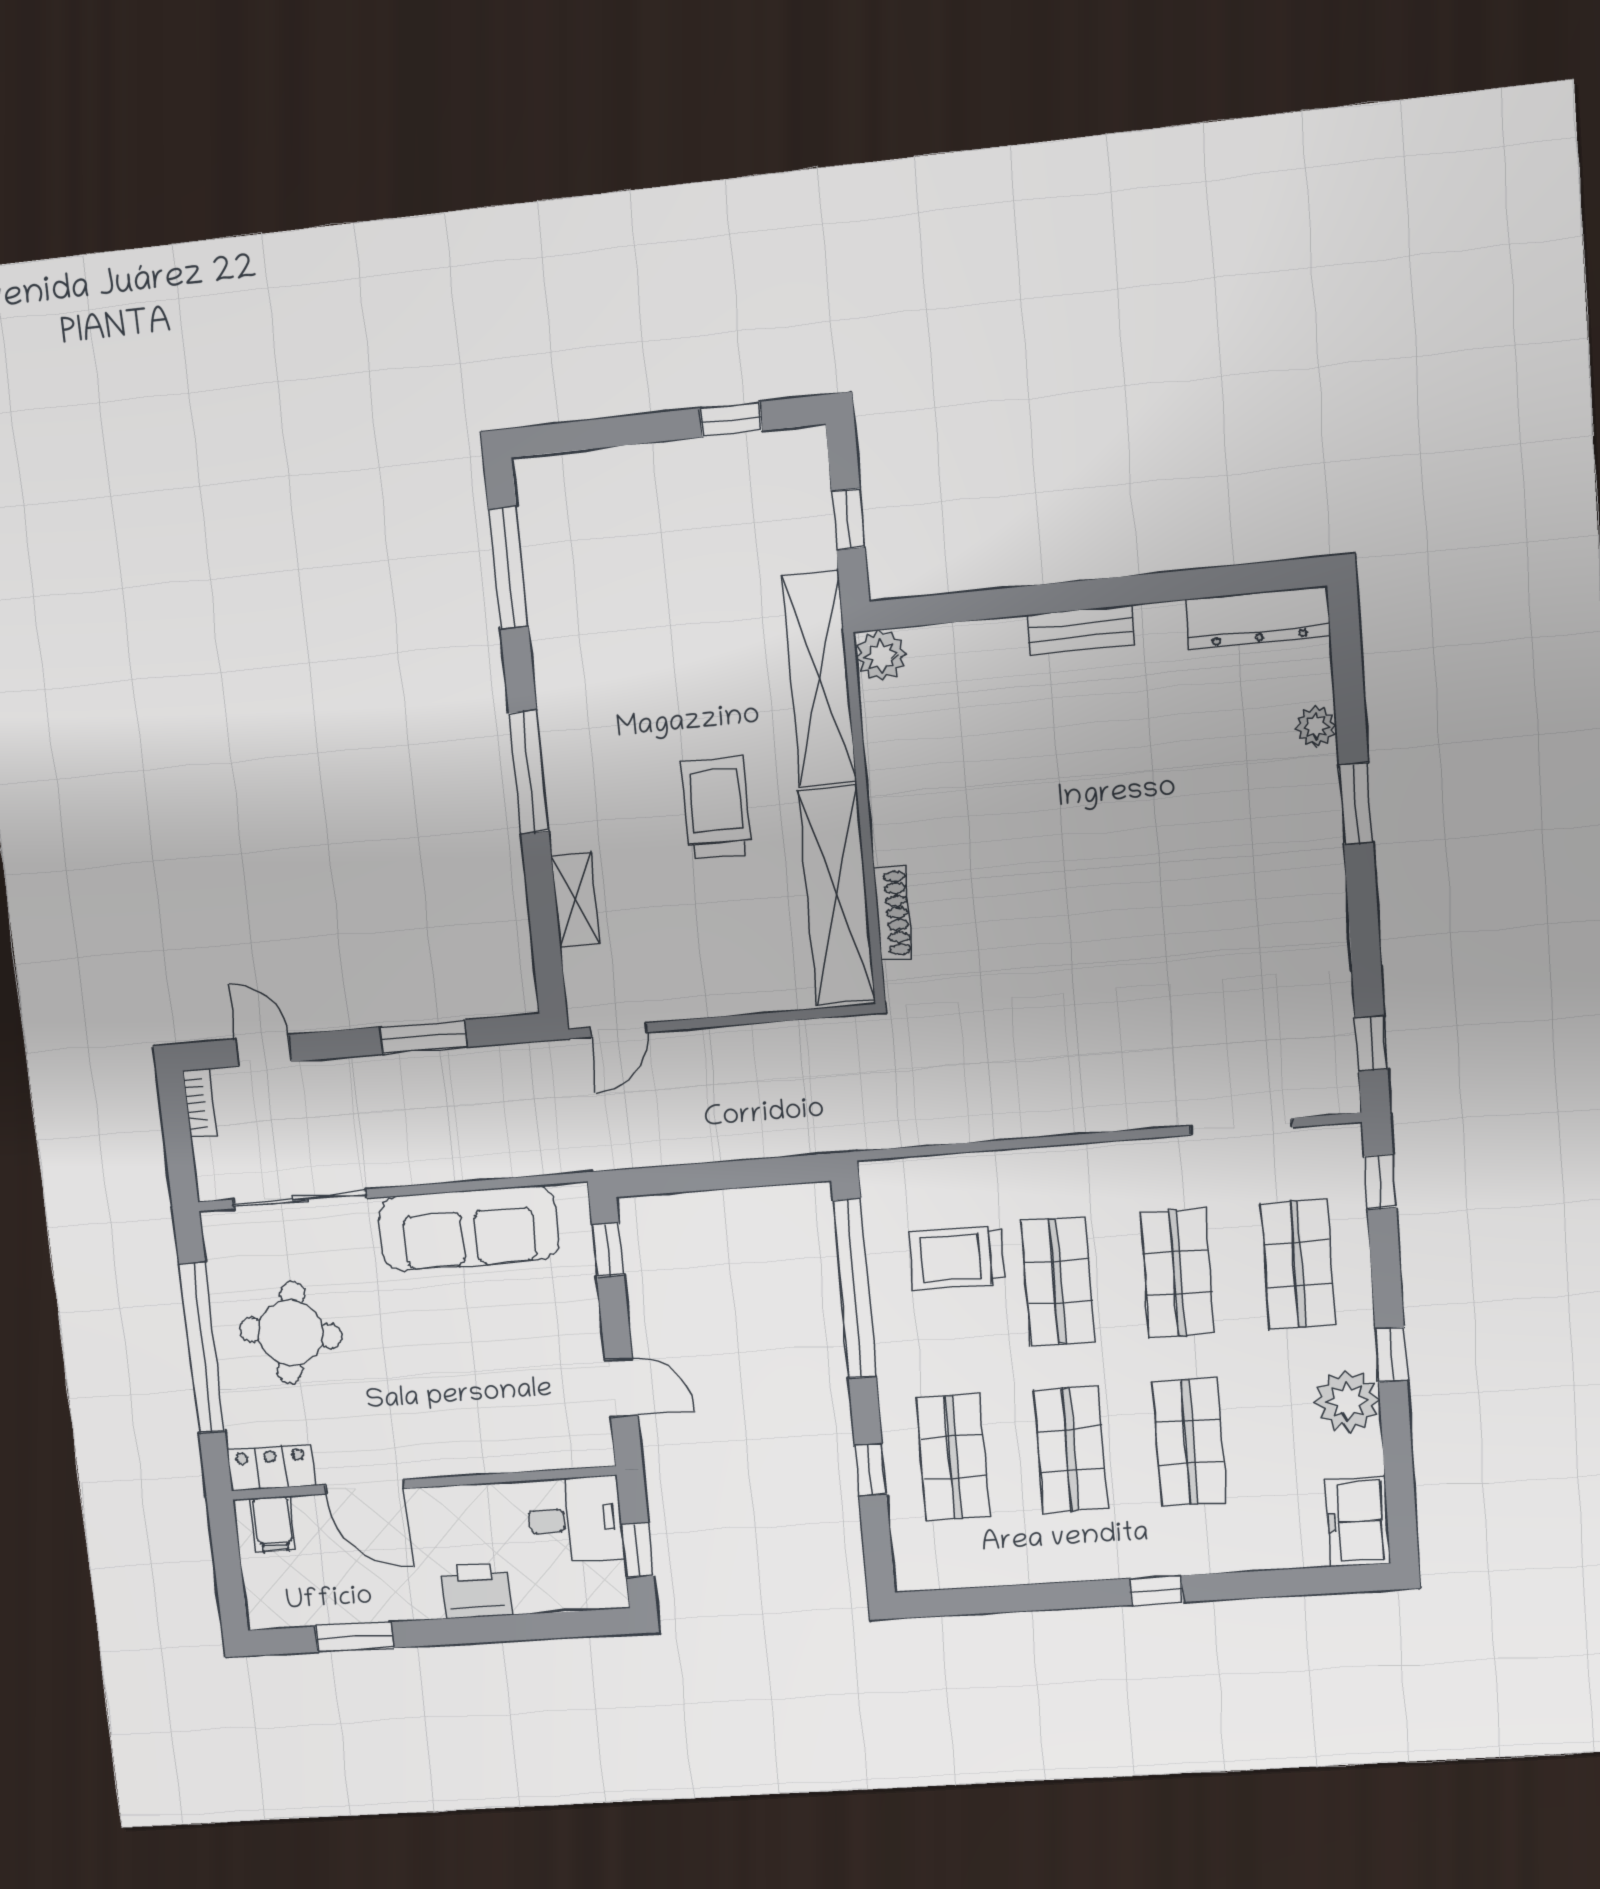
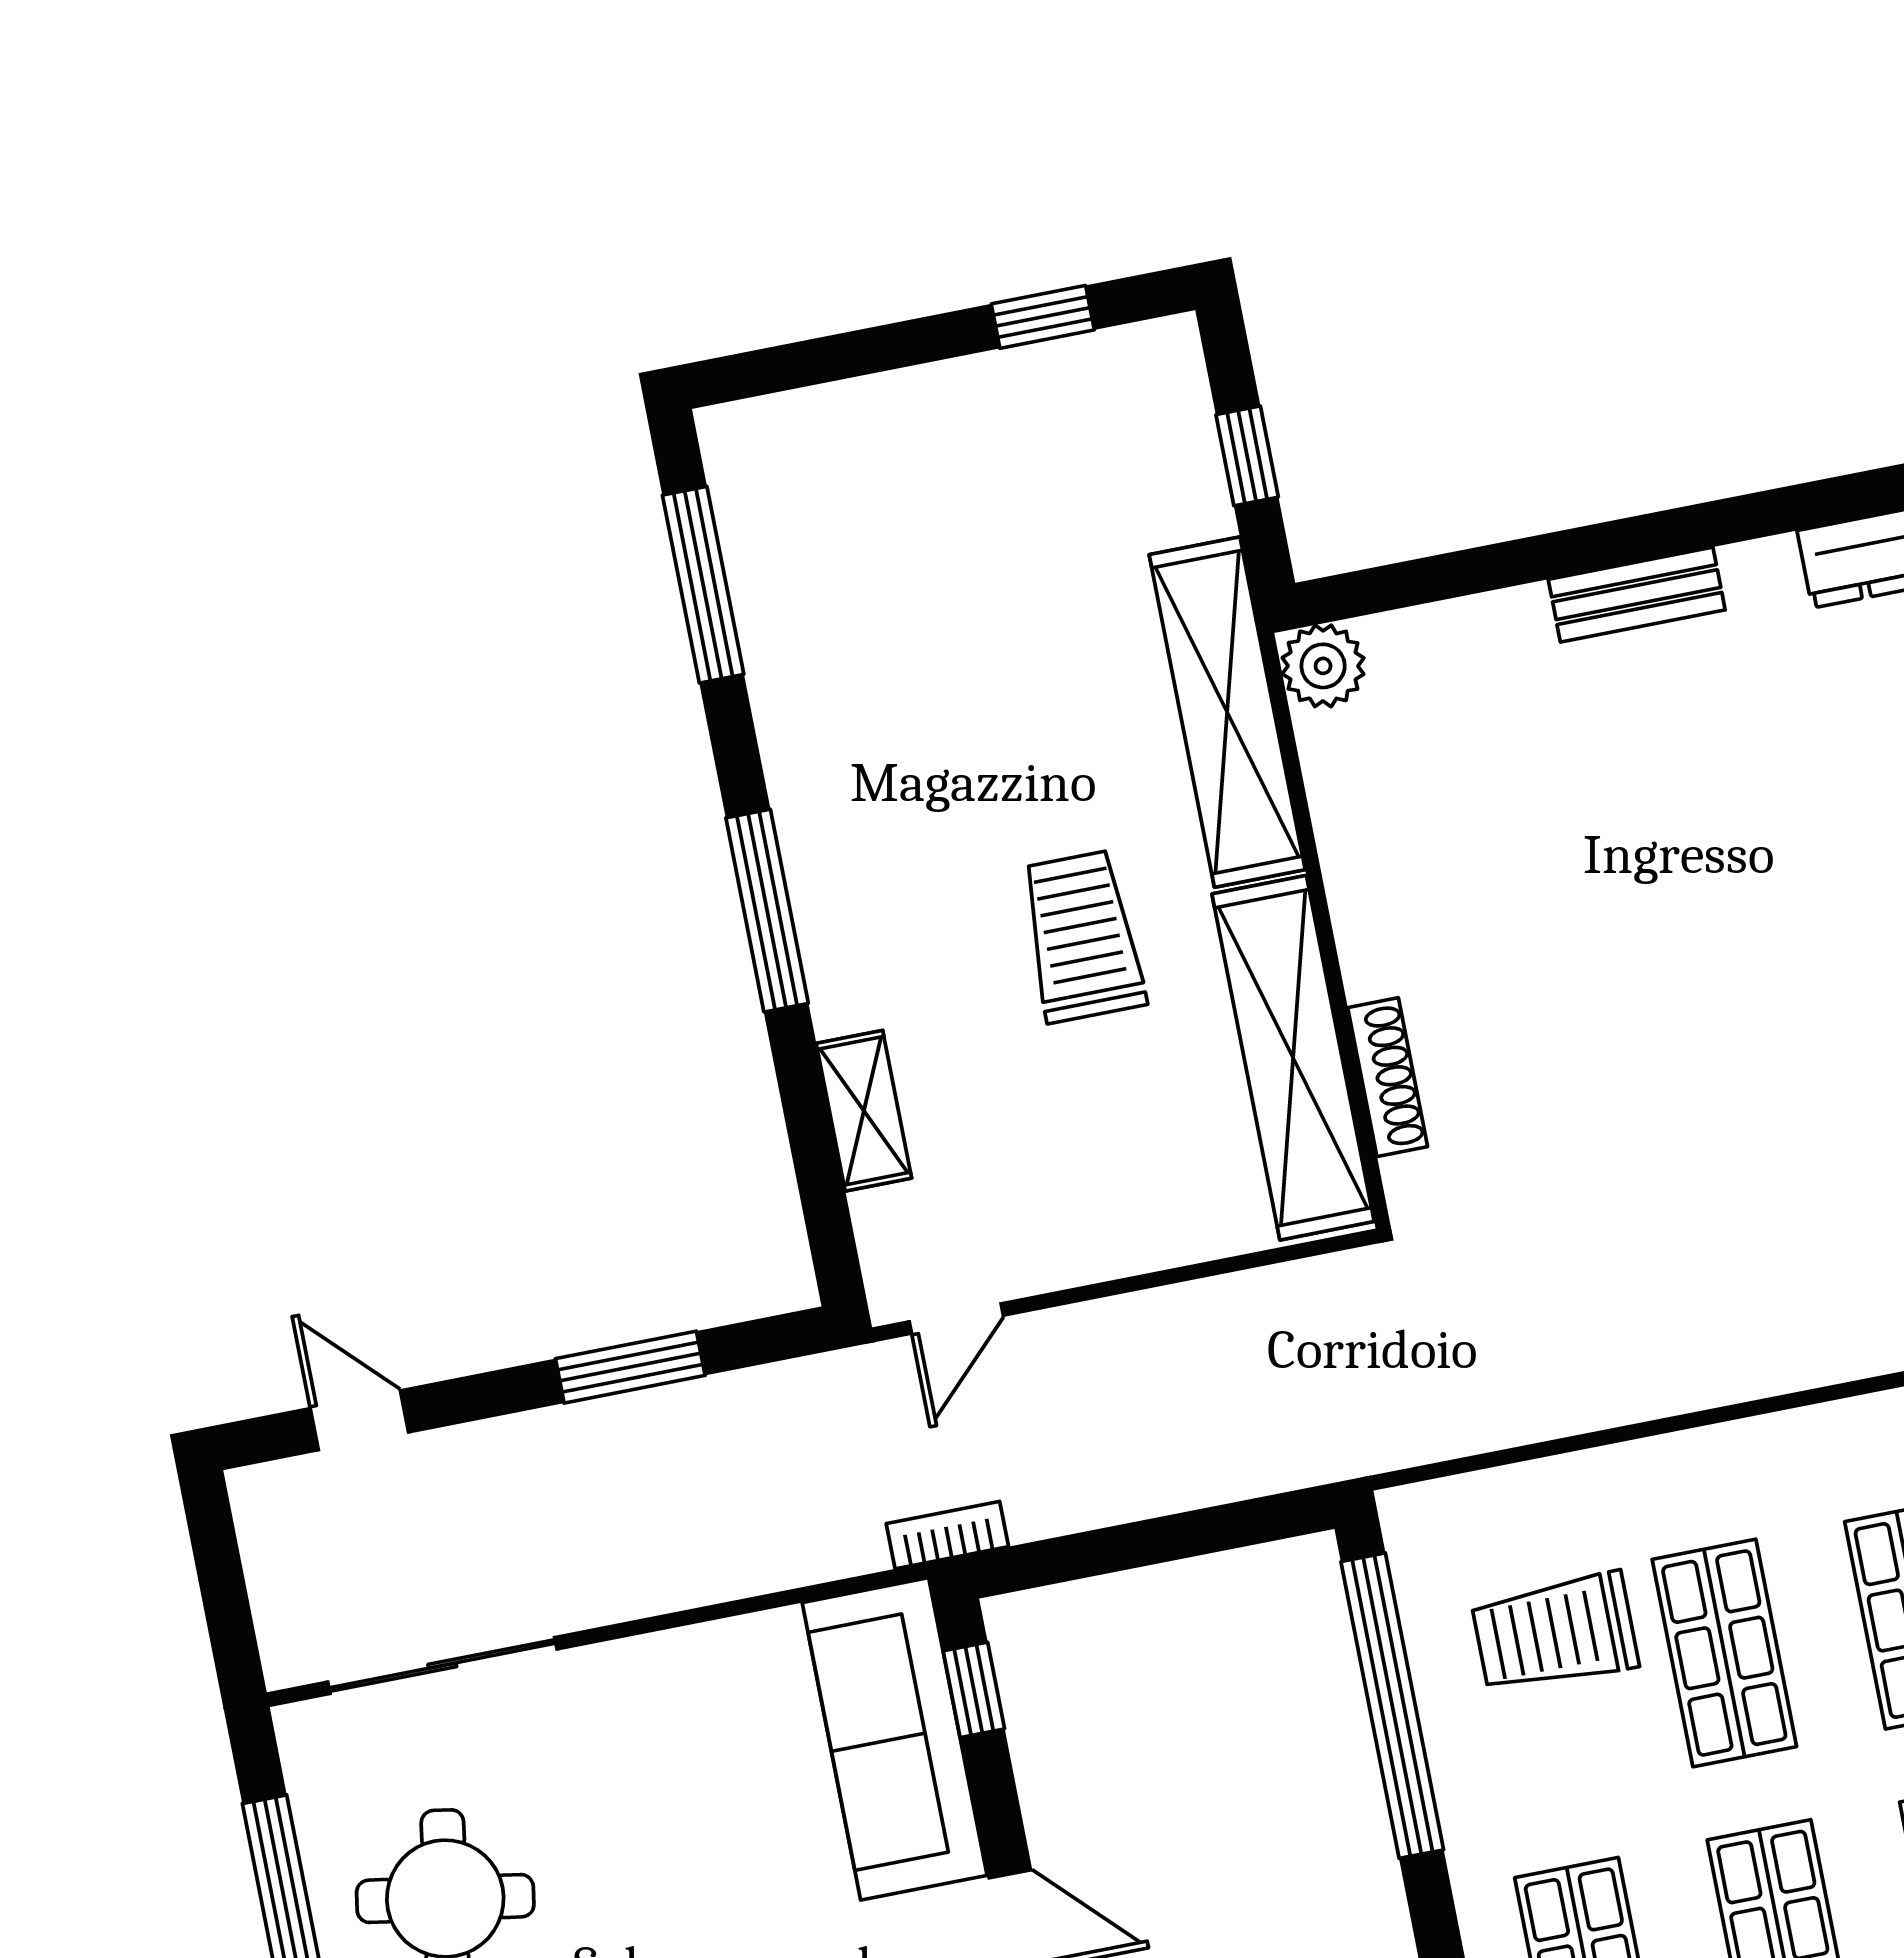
bookcase: (200, 1103) -> (947, 1535), moved, turned -90
sofa: (469, 1228) -> (895, 1739), moved, turned 90

